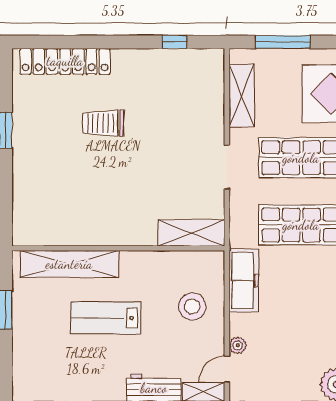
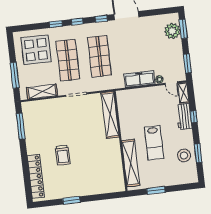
window: (174, 42) -> (21, 126), width x2.17
shelving: (191, 233) -> (110, 115), width x1.47
freezer: (244, 281) -> (139, 79), moved
stool: (192, 306) -> (184, 156), moved

